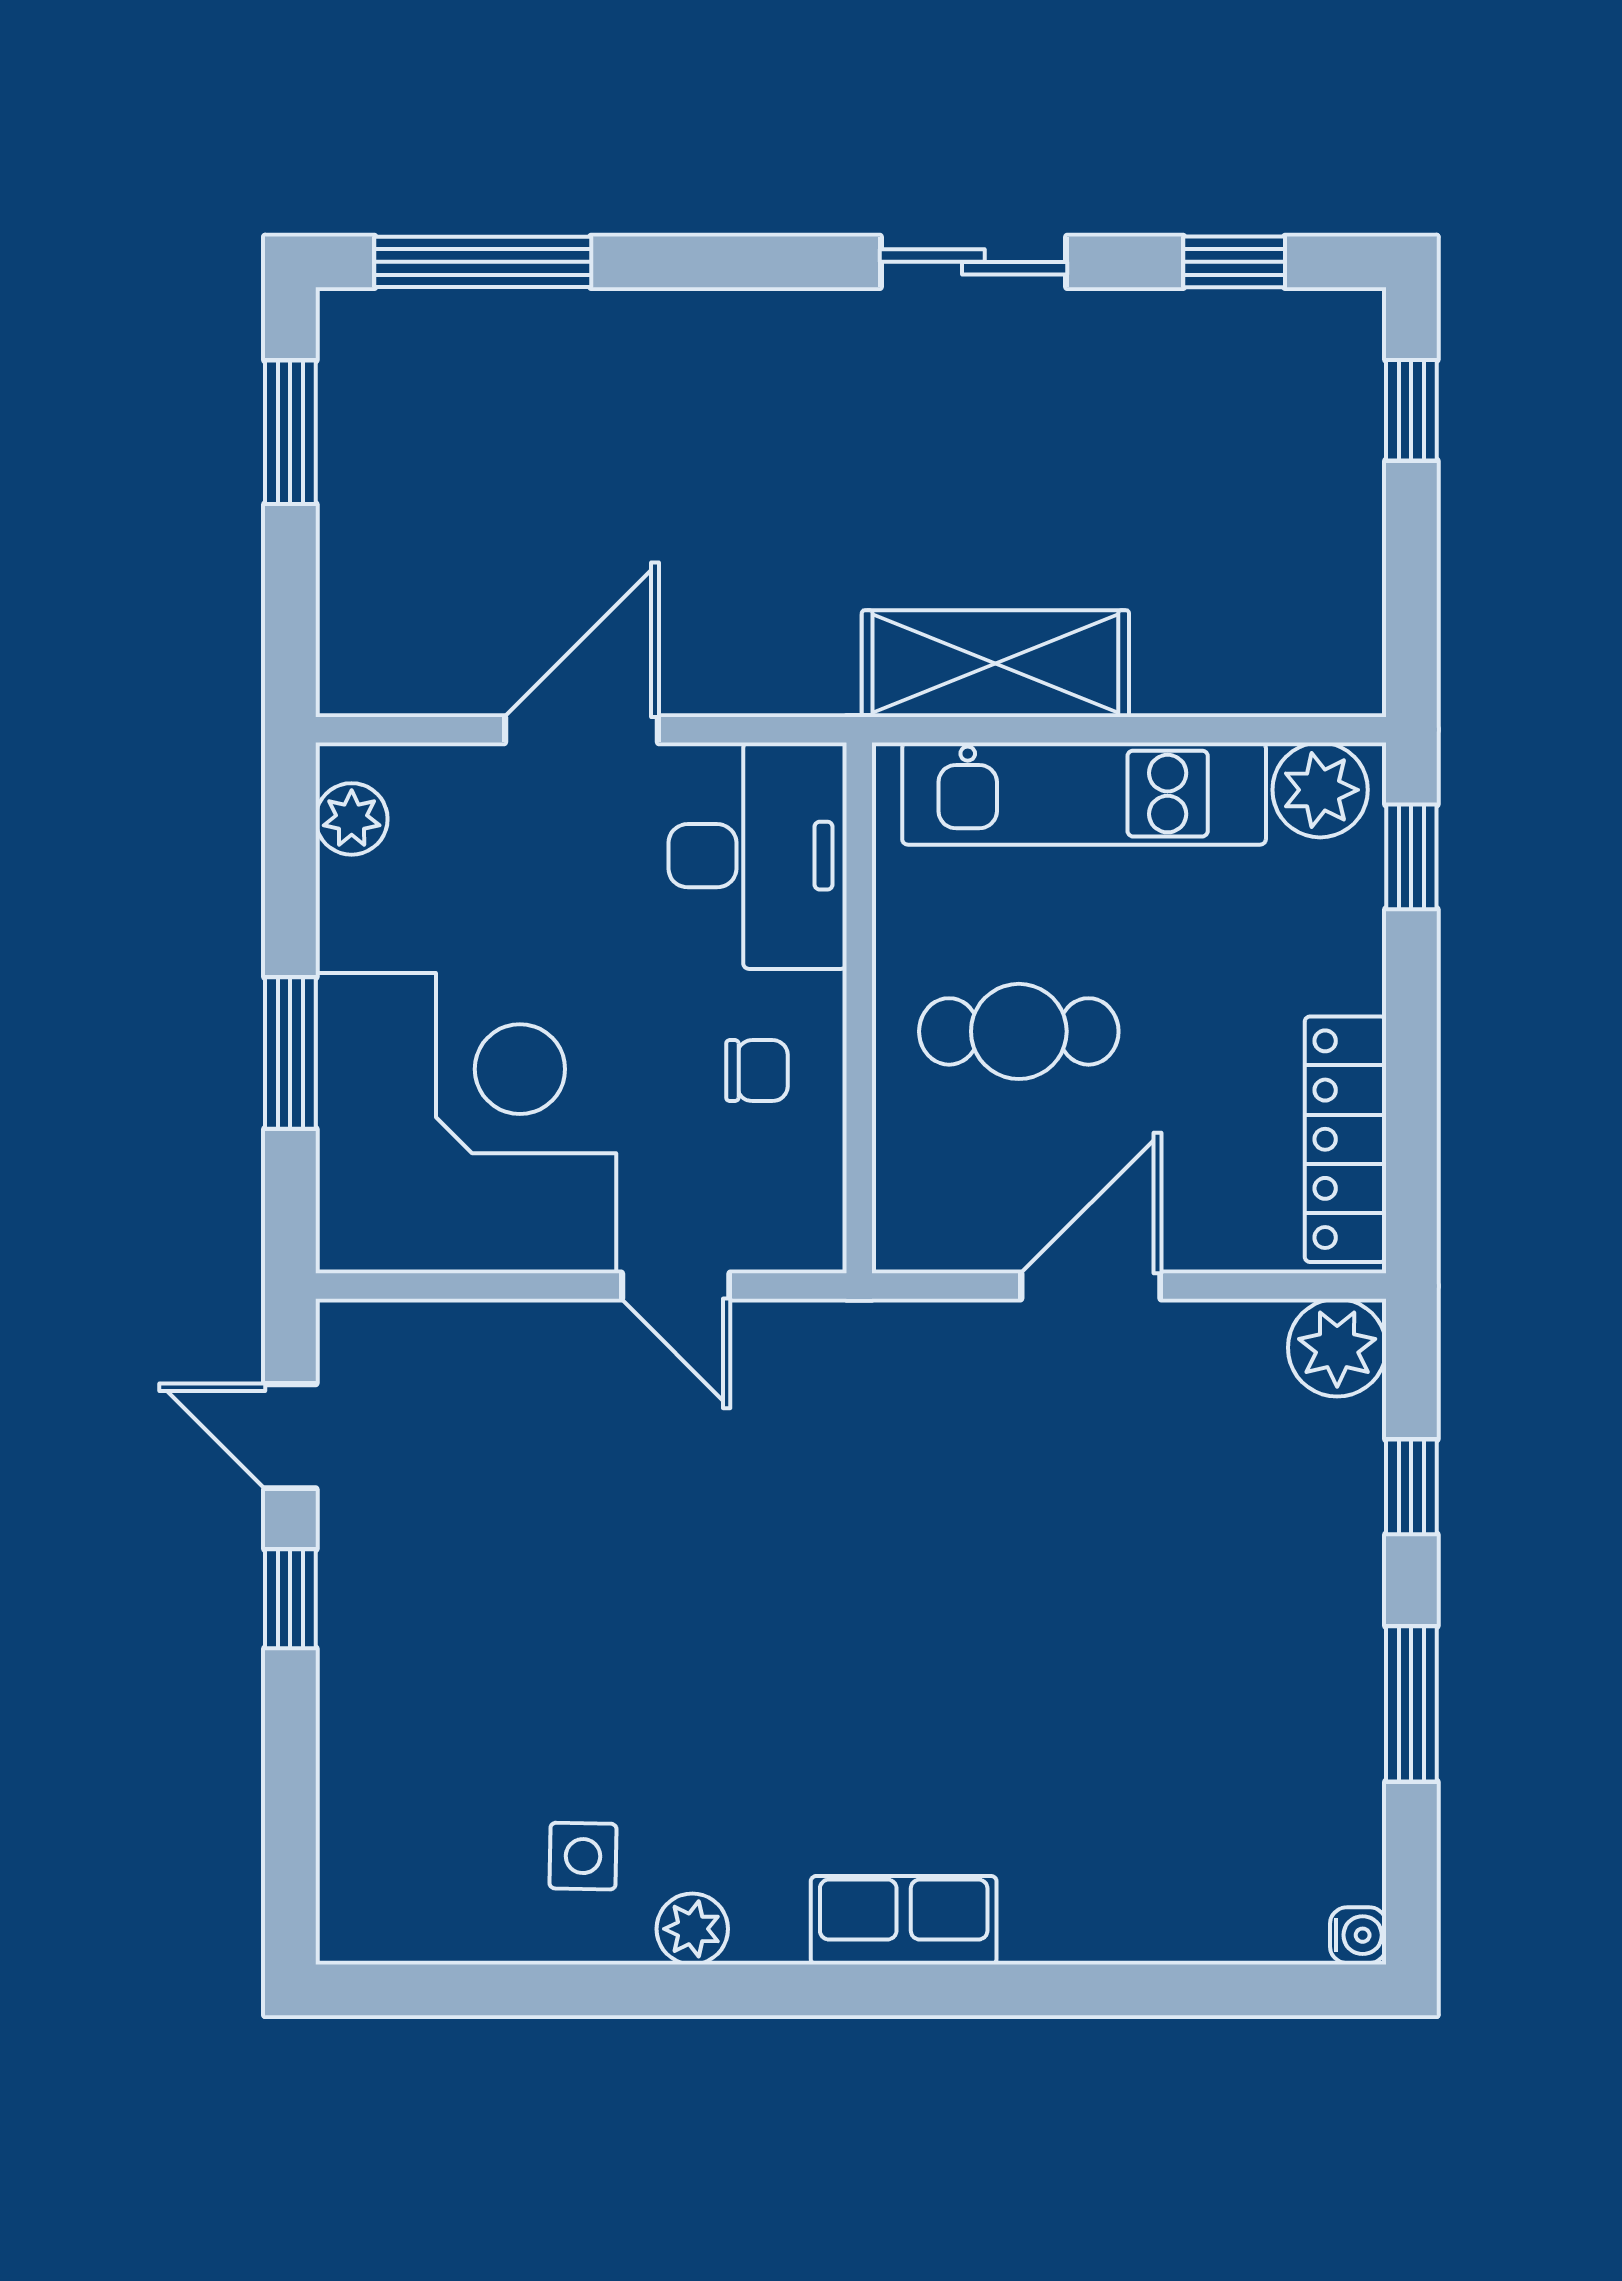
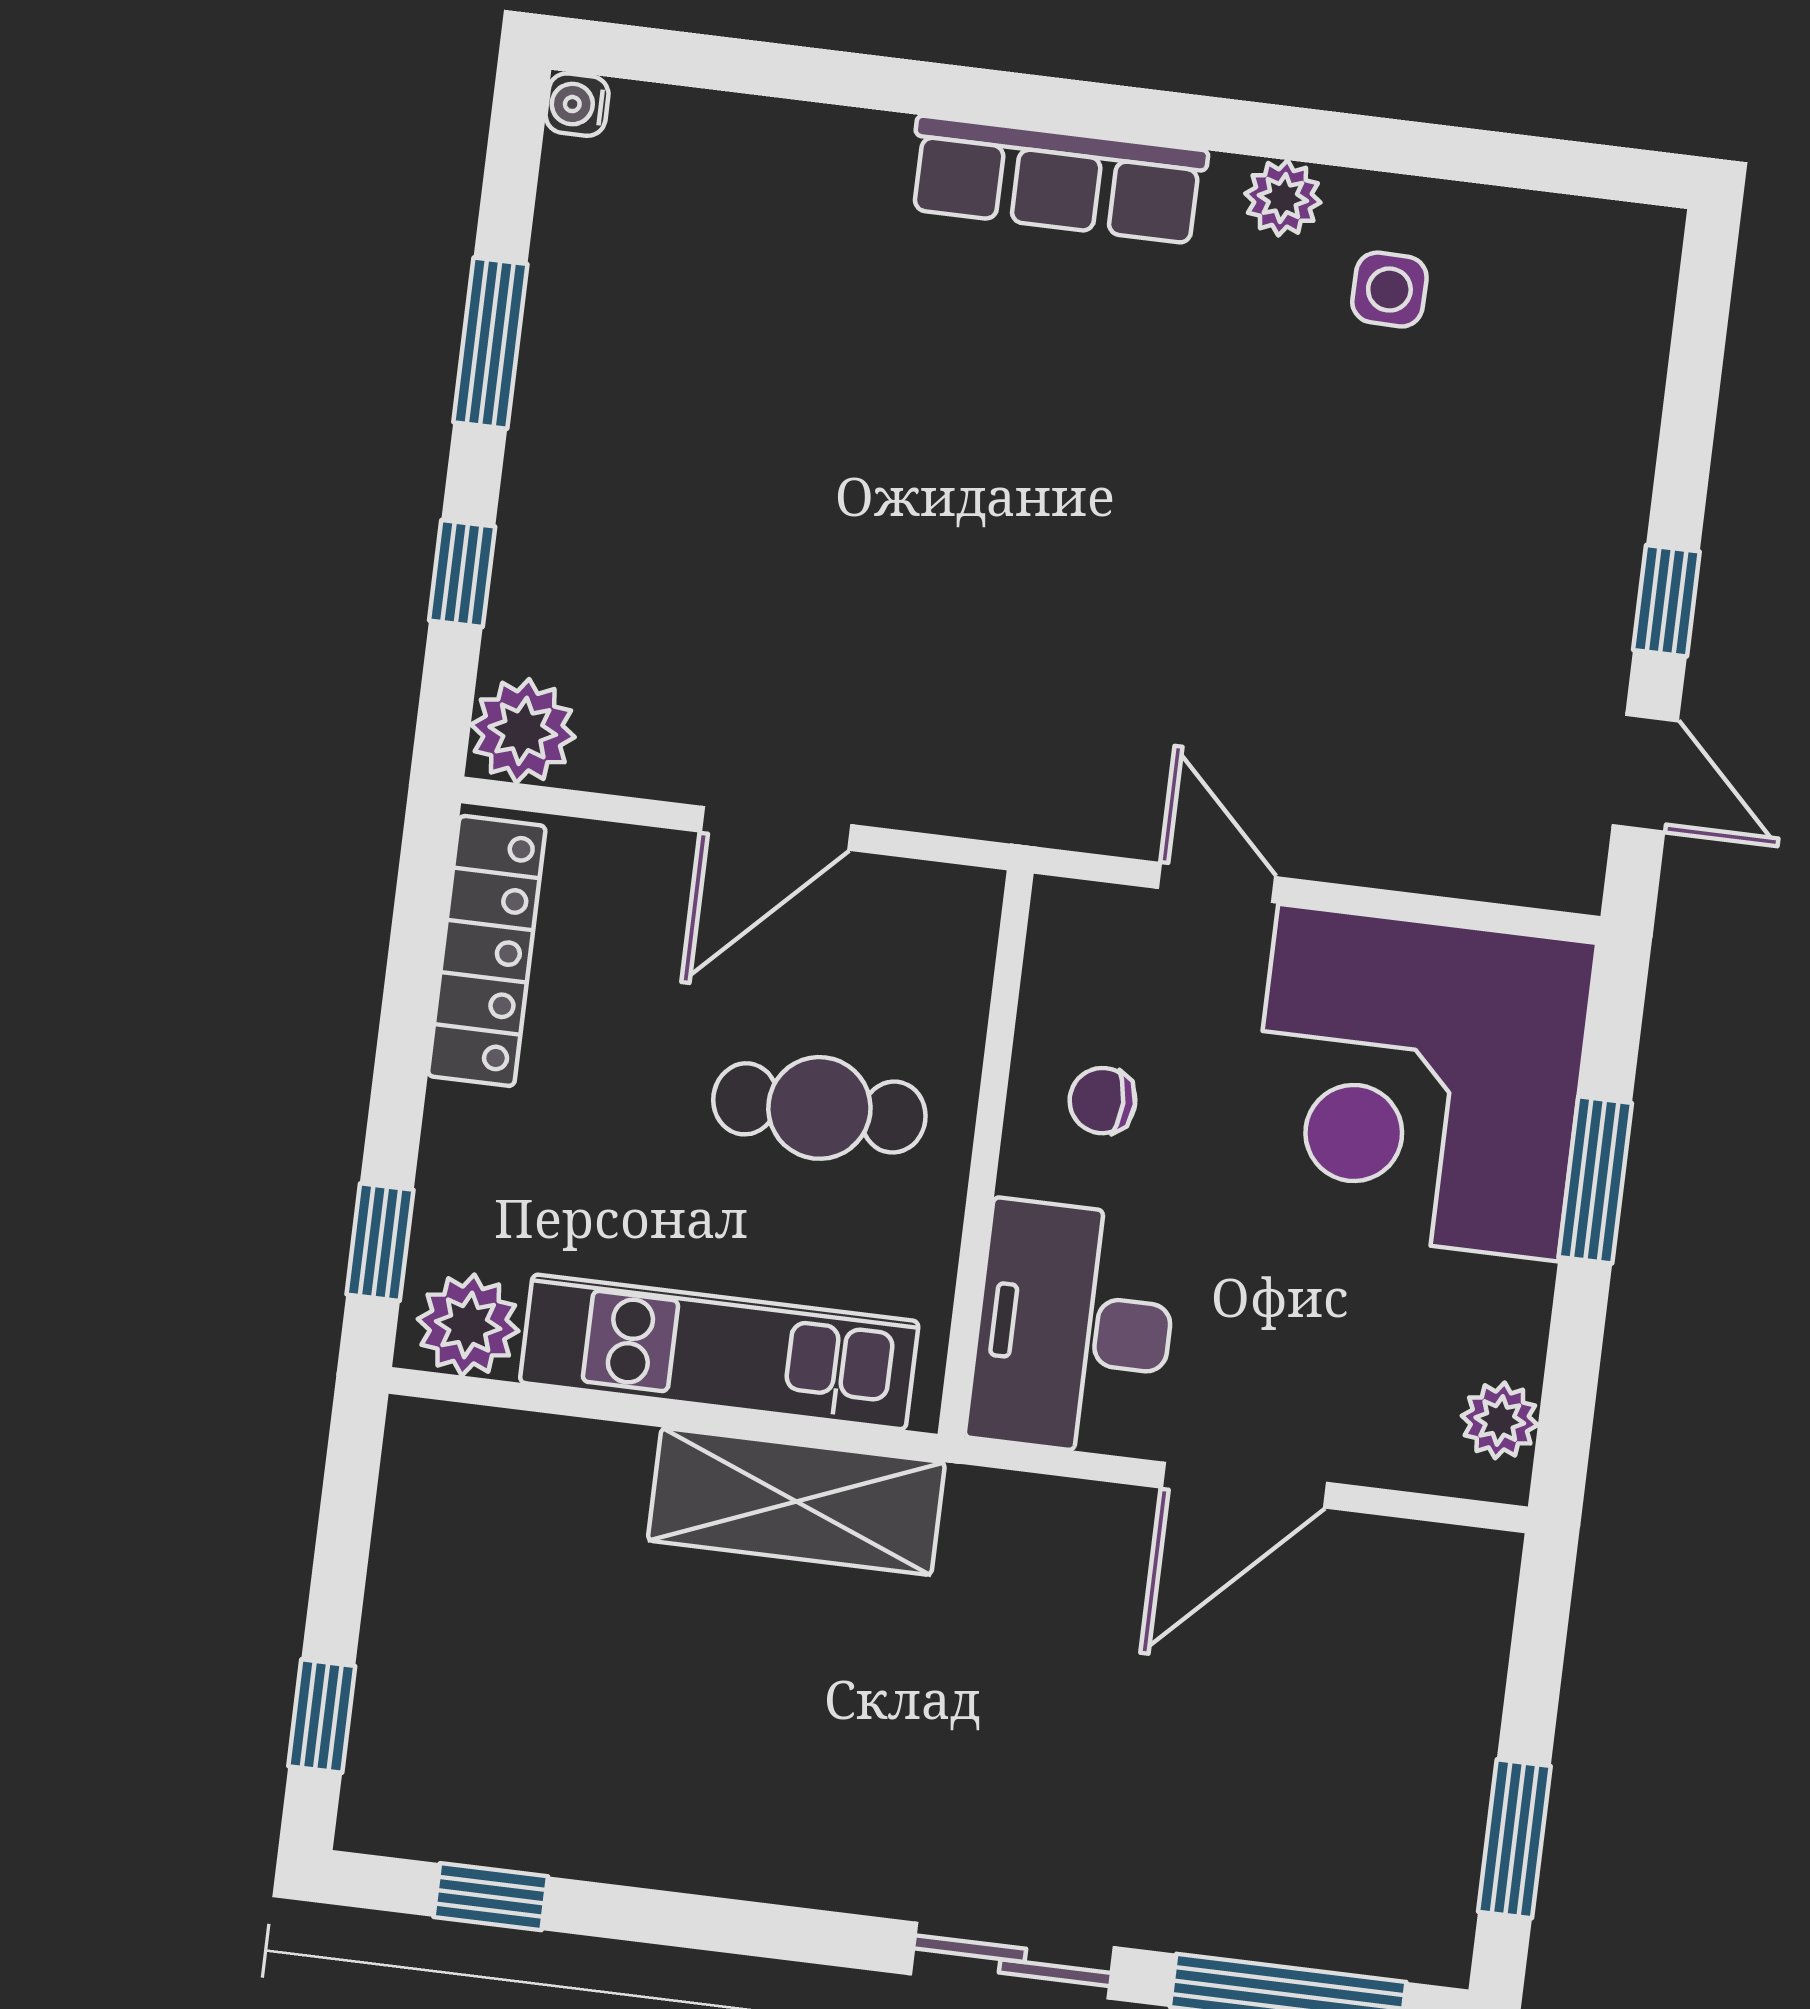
sliding door: (973, 262) -> (1013, 1961), moved
row of seats: (904, 1920) -> (1057, 180), width x1.48

